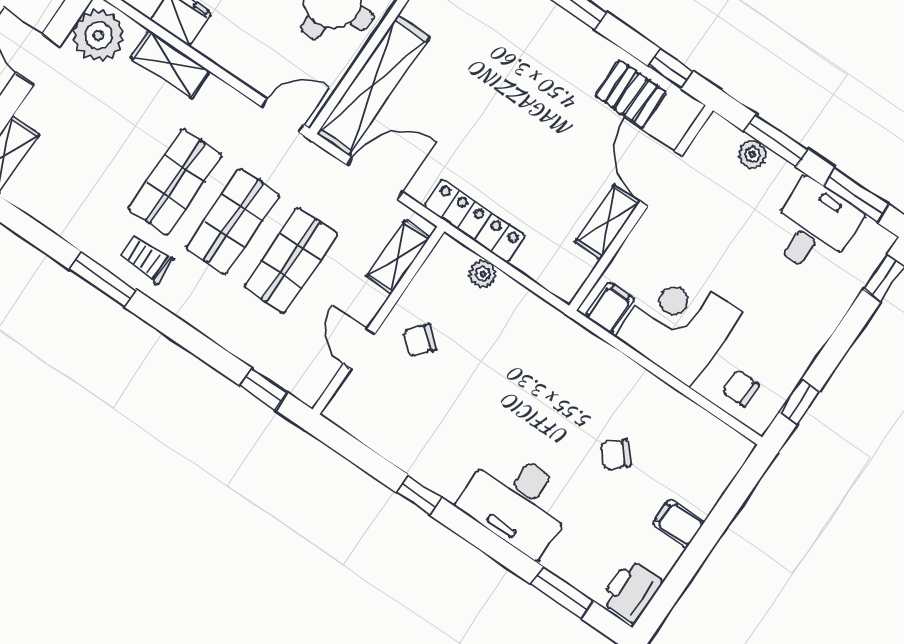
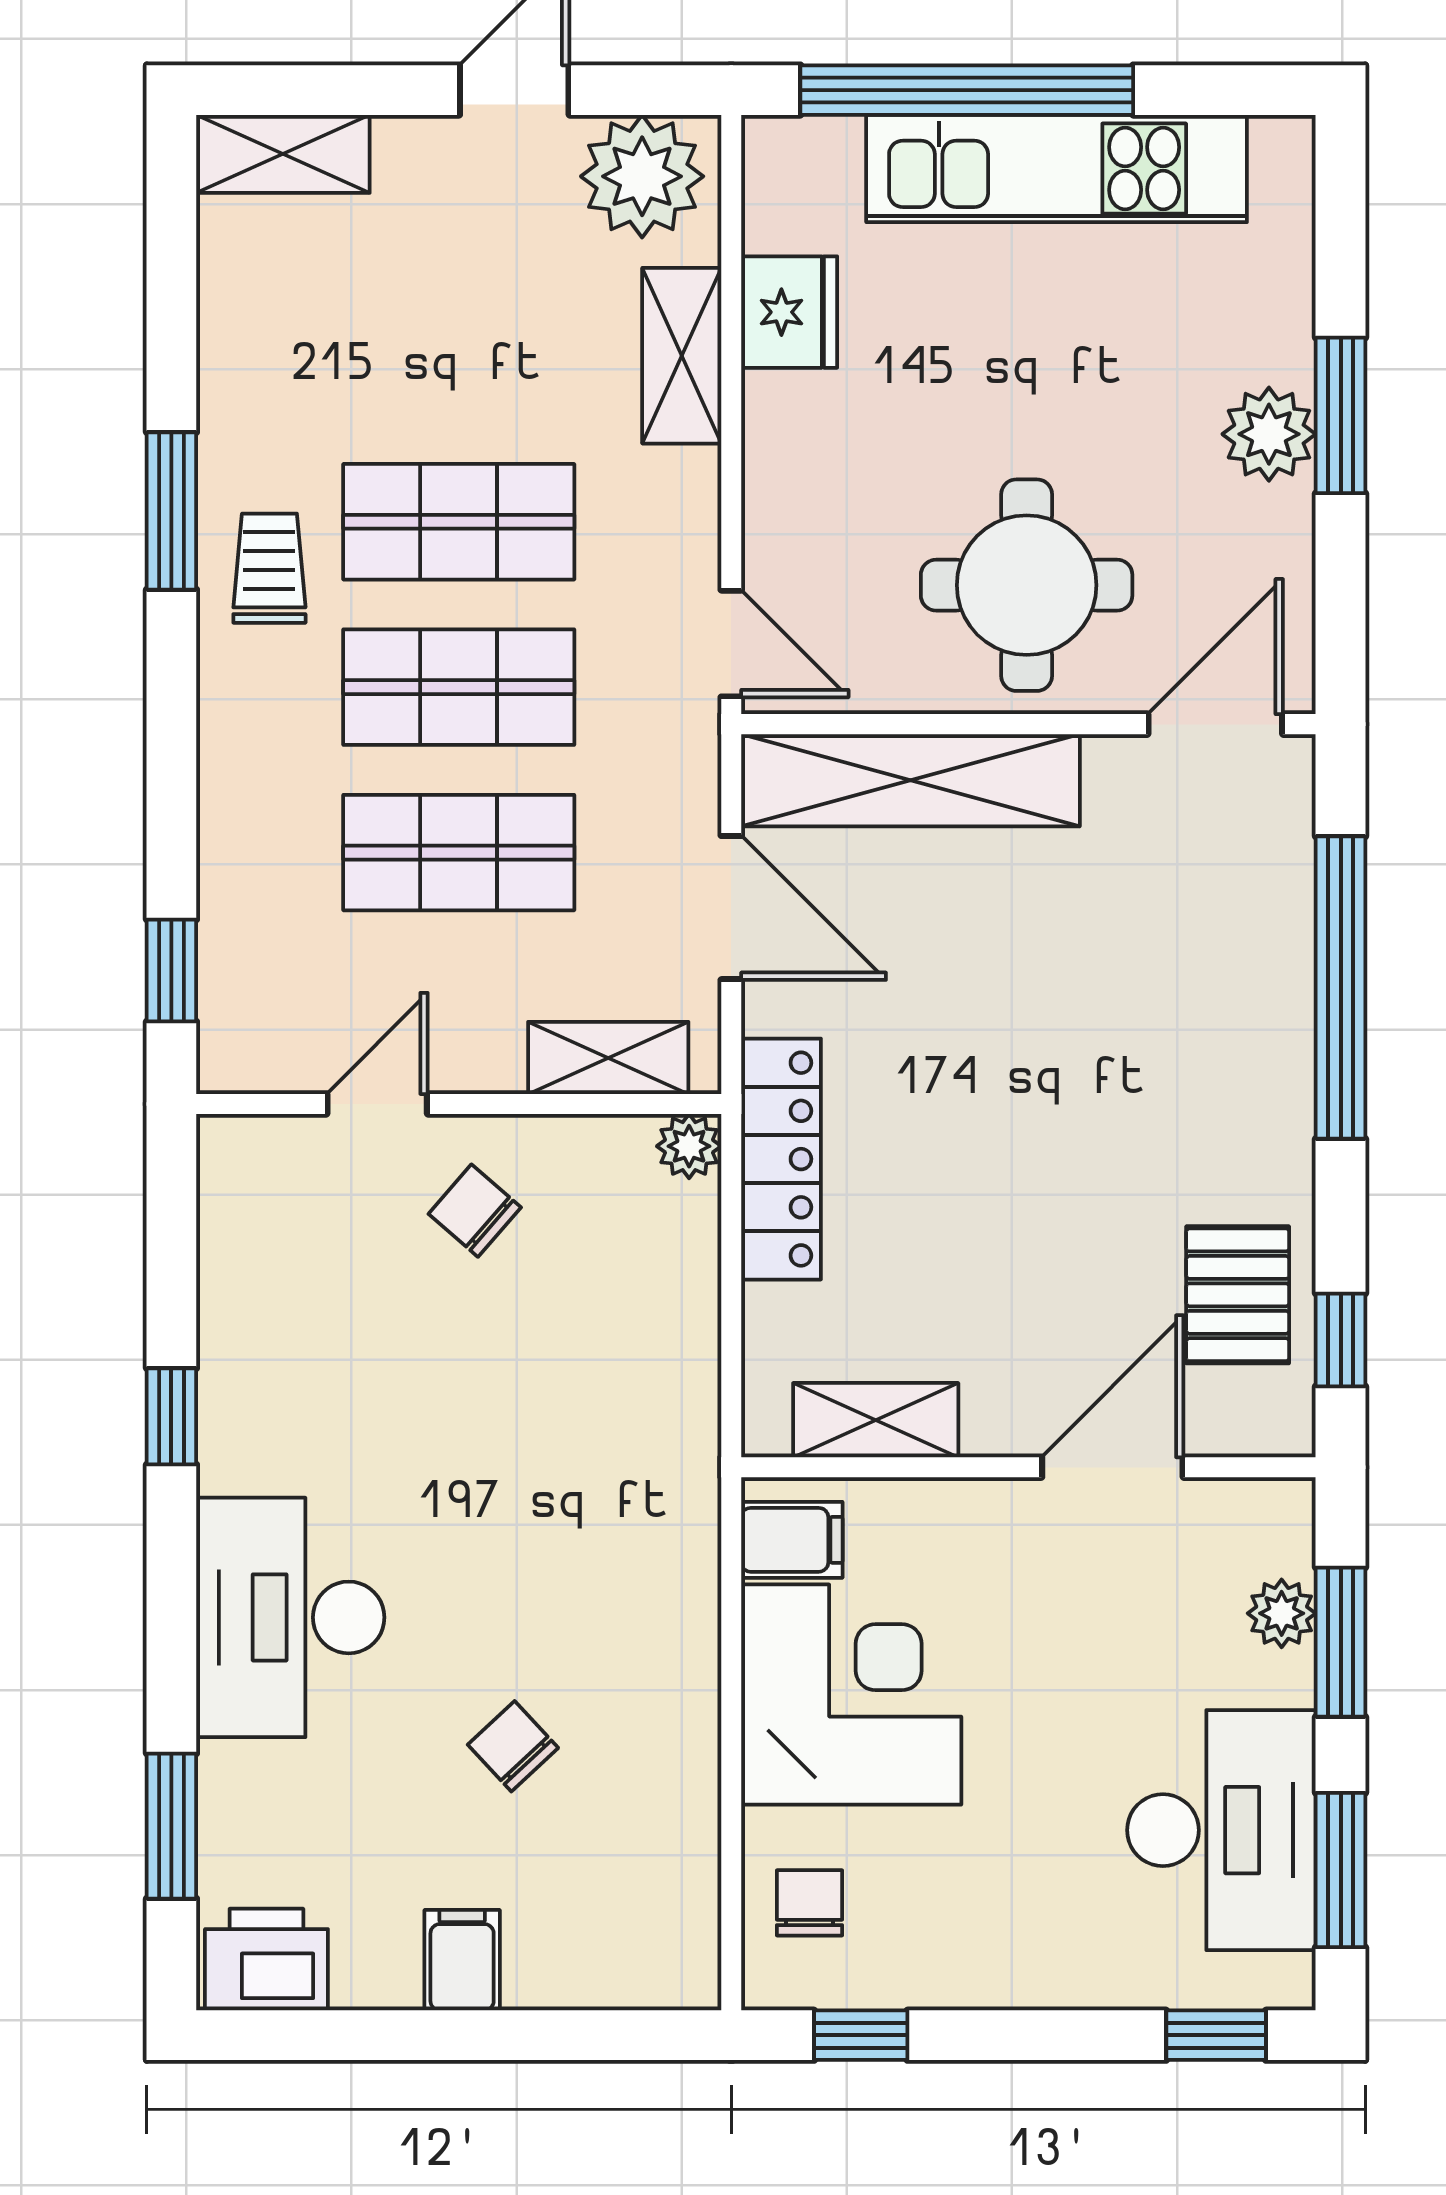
shelving: (607, 222) -> (876, 1420), moved
desk: (814, 227) -> (1221, 1830), width x1.37
plant: (483, 274) -> (689, 1146), moved

